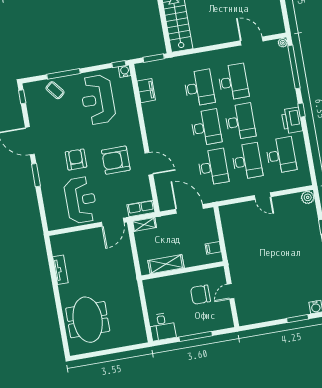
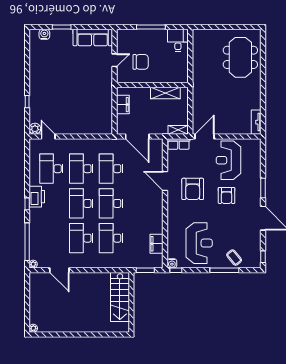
armchair: (116, 160) -> (193, 189), turned 90
door: (263, 196) -> (48, 137), moved
filing cabinet: (213, 248) -> (123, 105), width x2.00
tv unit: (60, 270) -> (256, 122), moved
sofa: (260, 313) -> (93, 38), added

